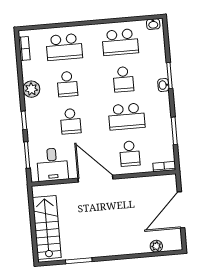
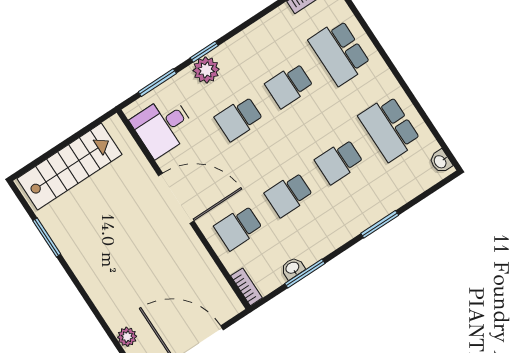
washbasin: (163, 85) -> (293, 268), moved
plant: (31, 89) -> (206, 70), moved
school desk: (127, 116) -> (289, 195), width x0.54
door: (95, 179) -> (176, 198), hinge flipped

